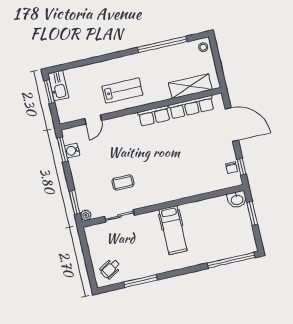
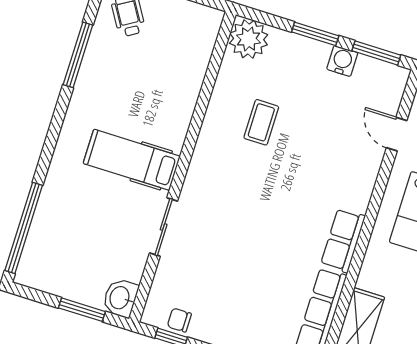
water cooler: (72, 151) -> (342, 61), moved
window: (75, 202) -> (315, 34), moved
plant: (86, 215) -> (249, 39), width x1.87, depth x1.87
sliding door: (119, 216) -> (164, 227), moved

